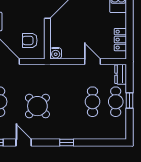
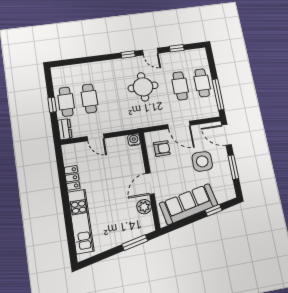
locker: (120, 40) -> (72, 178), moved
round table: (37, 106) -> (143, 87), turned 45
window: (67, 142) -> (128, 55), moved

